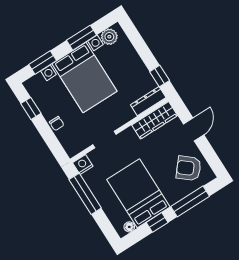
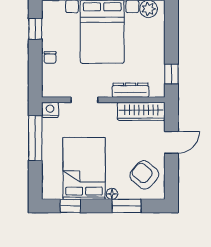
dresser: (148, 101) -> (131, 90), moved
window: (190, 201) -> (127, 206), width x0.69
window: (157, 222) -> (70, 206), moved
floor lamp: (129, 227) -> (112, 194), moved

